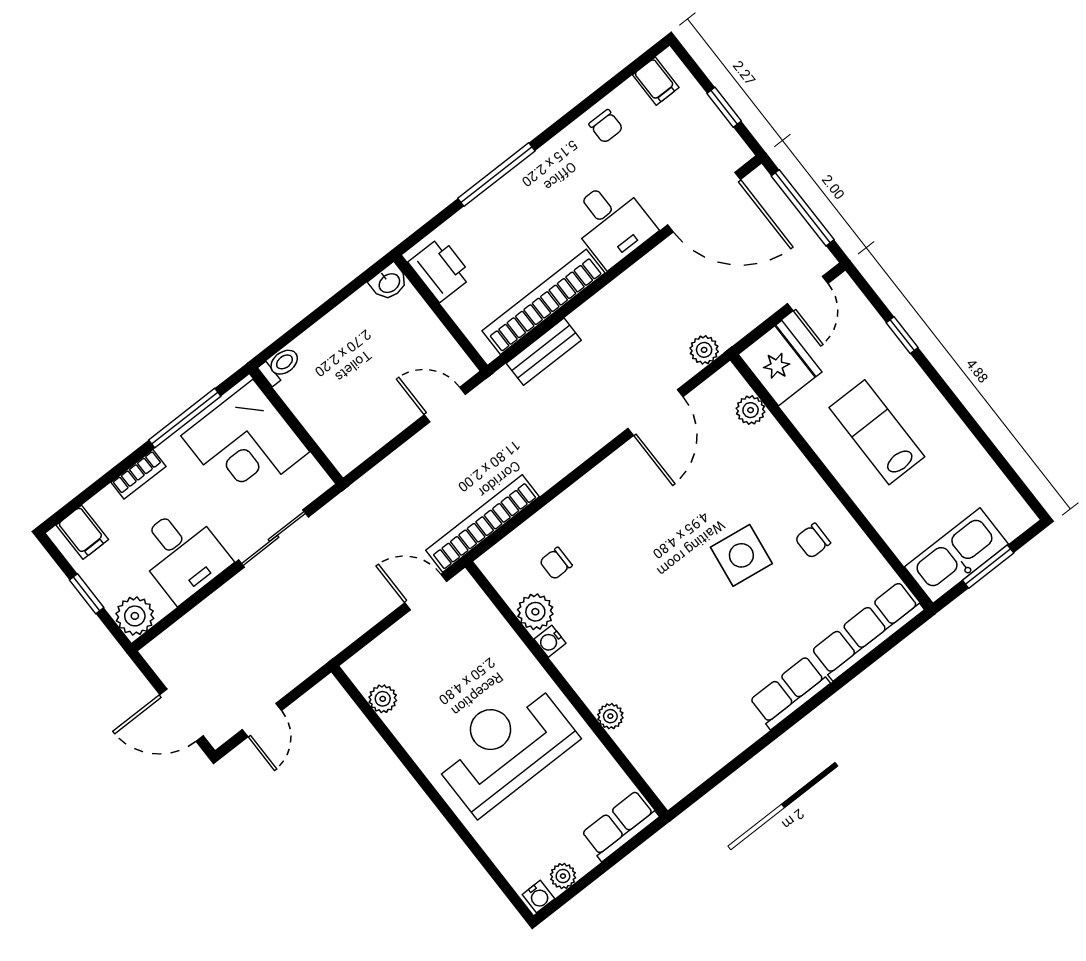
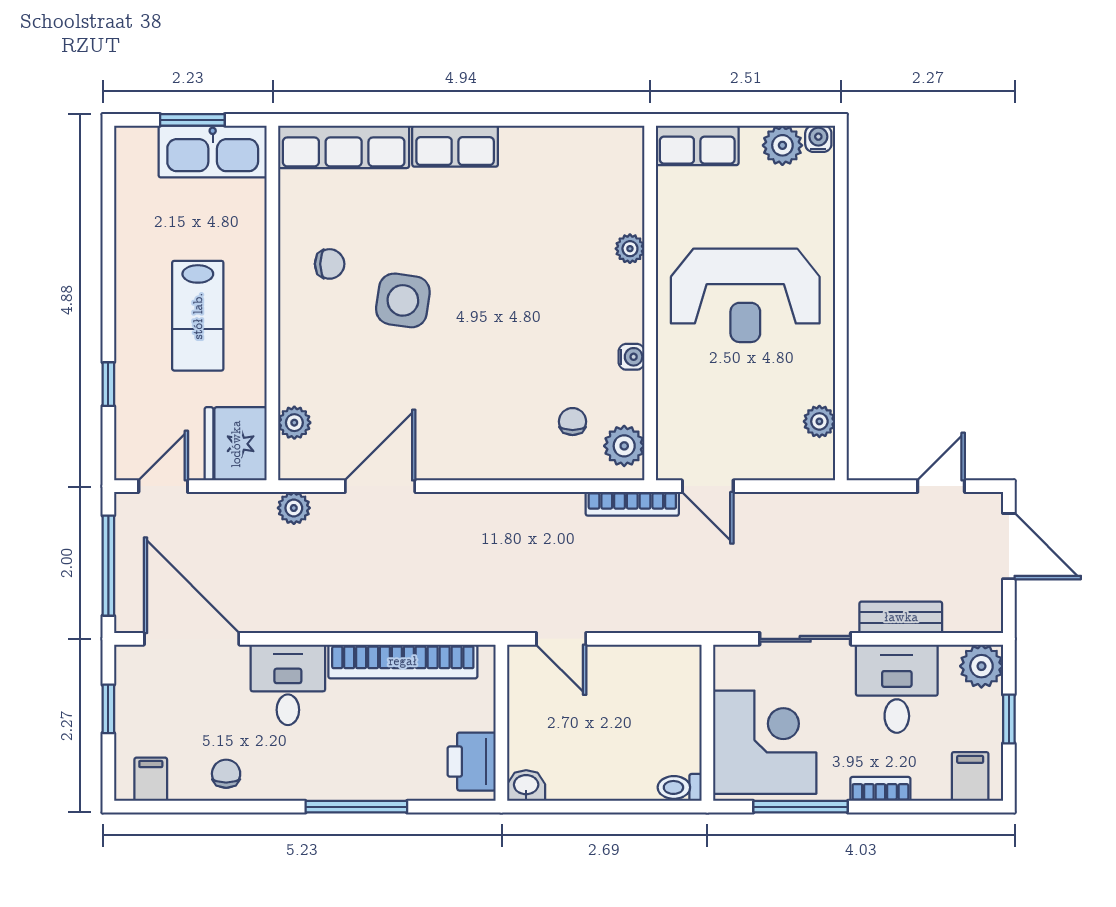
bench: (544, 352) -> (901, 617), moved
bookcase: (483, 524) -> (632, 504), width x0.68, depth x0.76
chair: (556, 563) -> (573, 422), turned -90
plant: (535, 612) -> (624, 446), moved
plant: (563, 876) -> (782, 145), width x1.38, depth x1.38

